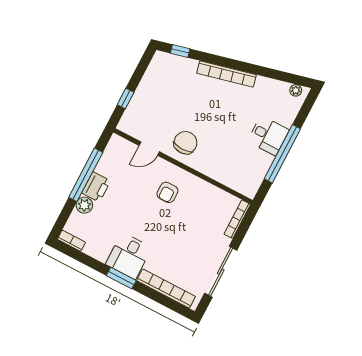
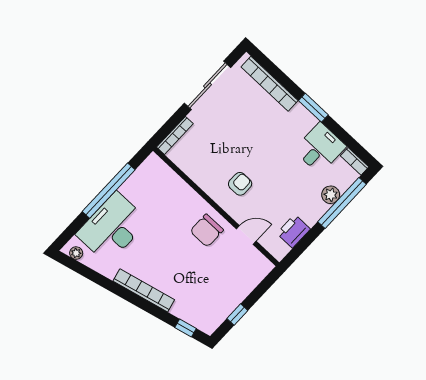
window: (126, 99) -> (237, 314), moved
desk: (268, 136) -> (112, 228), width x1.87, depth x1.30
window: (86, 175) -> (342, 203), moved
printer: (96, 187) -> (294, 231), moved
desk: (129, 256) -> (320, 148), moved

